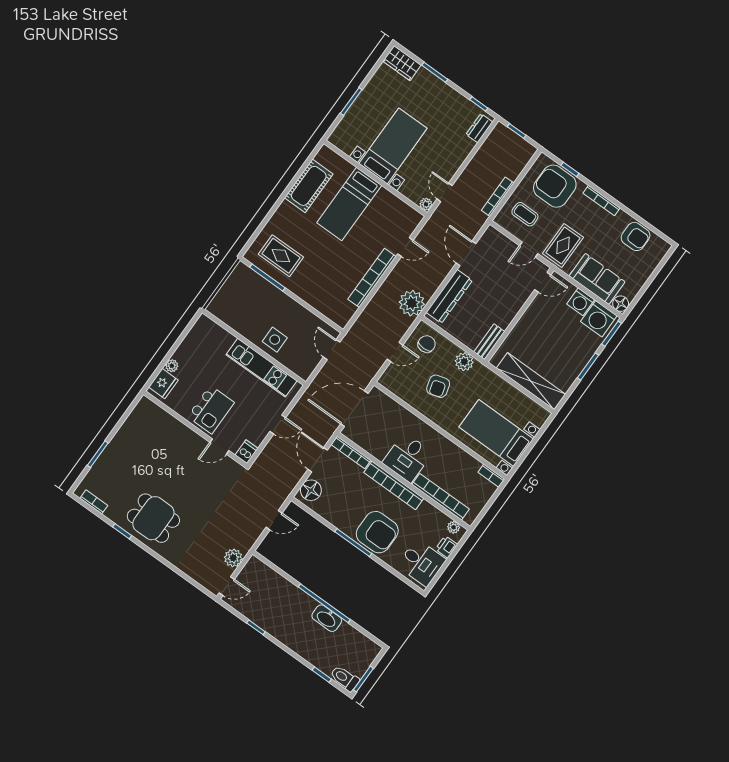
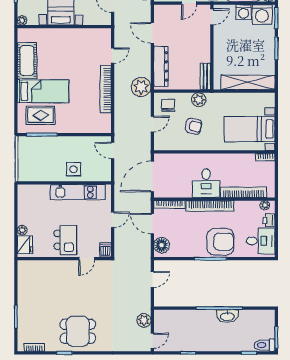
bed: (349, 204) -> (43, 91), moved, turned -90
plant: (426, 204) -> (22, 20), moved
armchair: (438, 386) -> (194, 126), turned -60

